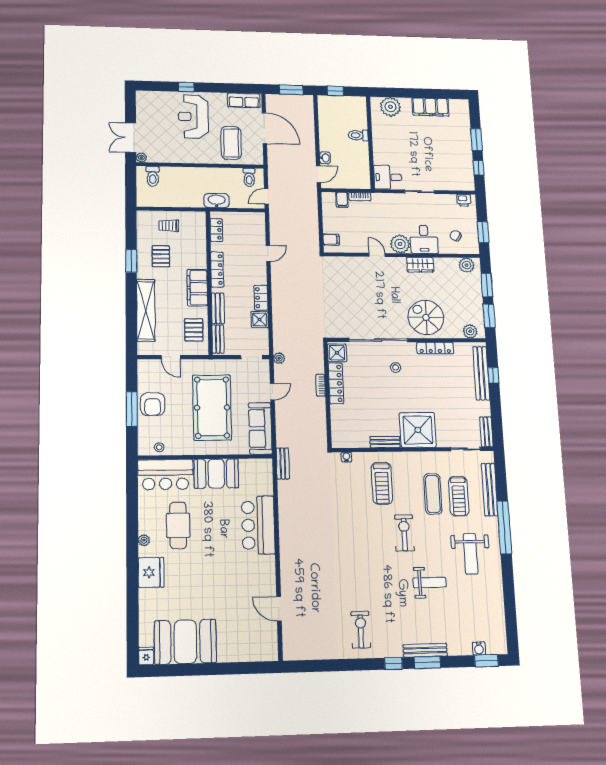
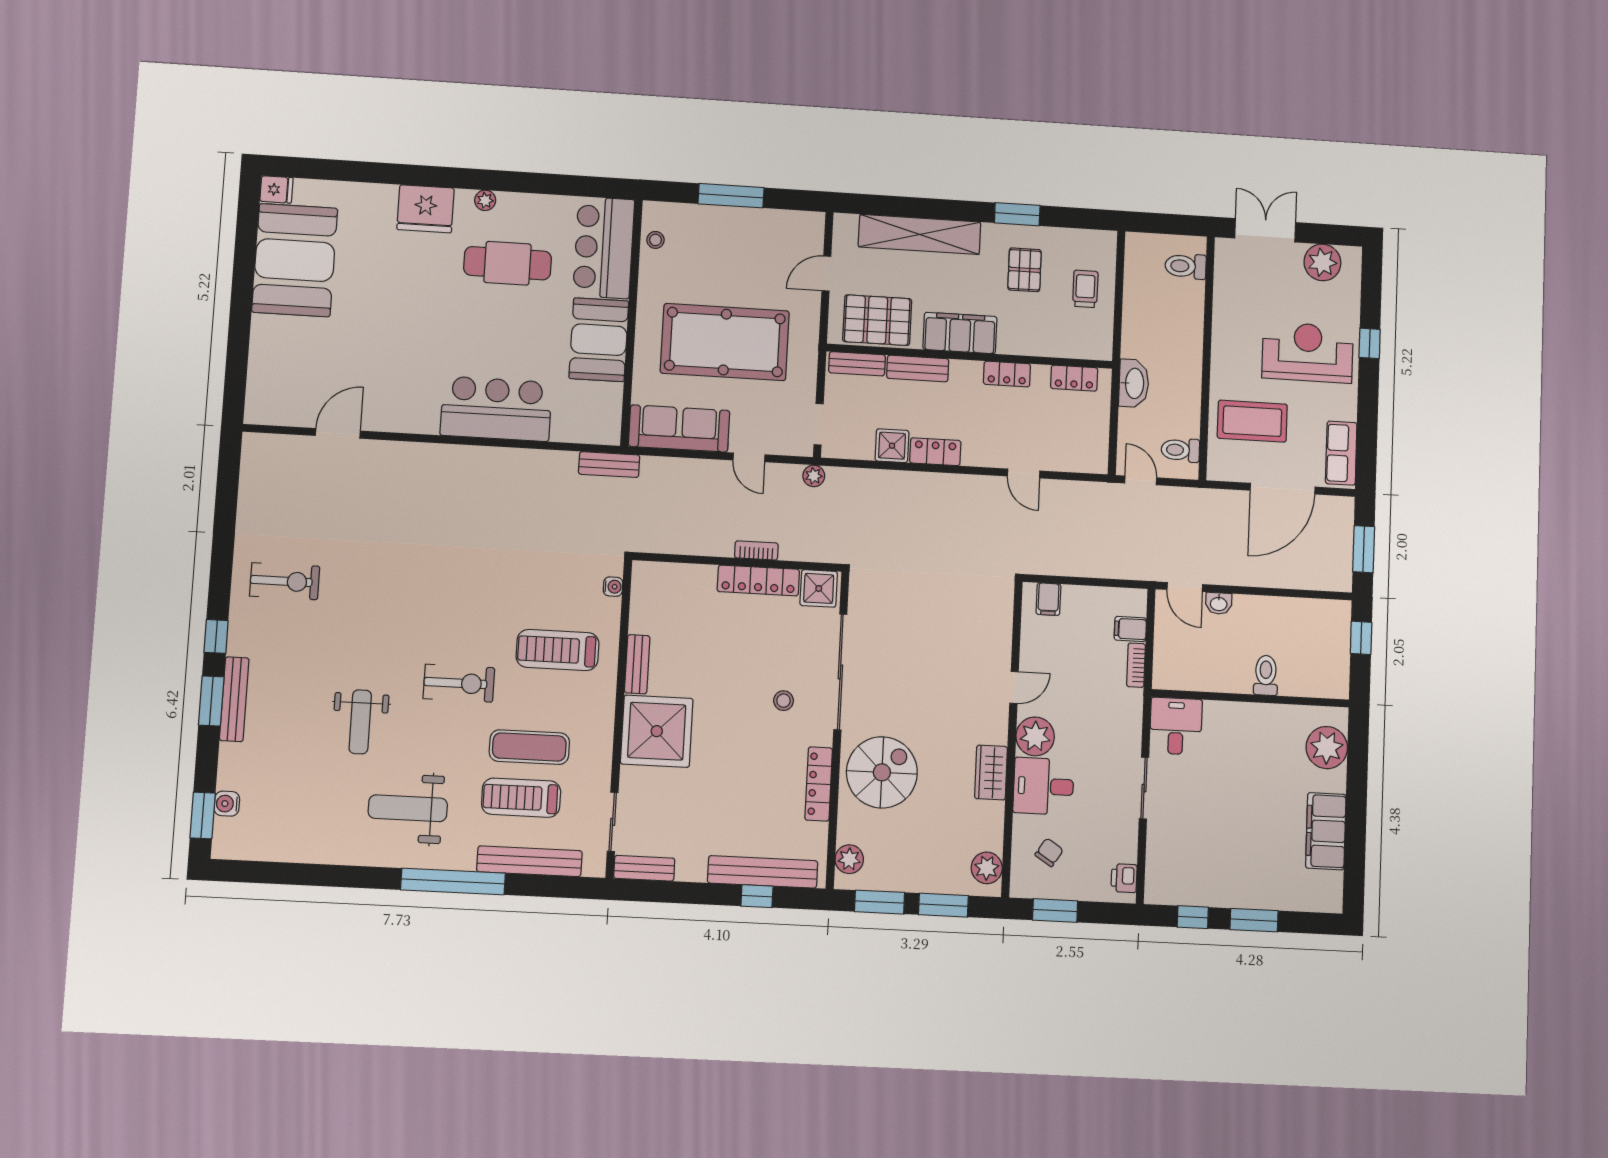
plant: (141, 158) -> (1322, 262), moved, width x1.88, depth x1.88
pallet: (161, 256) -> (1025, 270), turned 90
locker: (217, 269) -> (1007, 374), width x0.66
pallet: (194, 330) -> (877, 320), width x1.50, depth x1.42
armchair: (153, 404) -> (738, 234), removed

